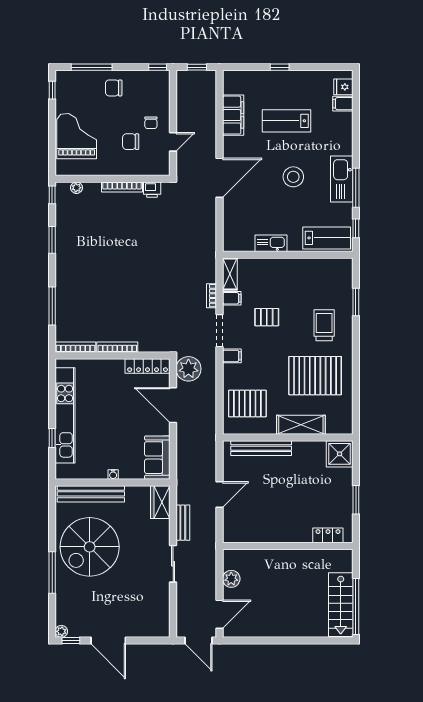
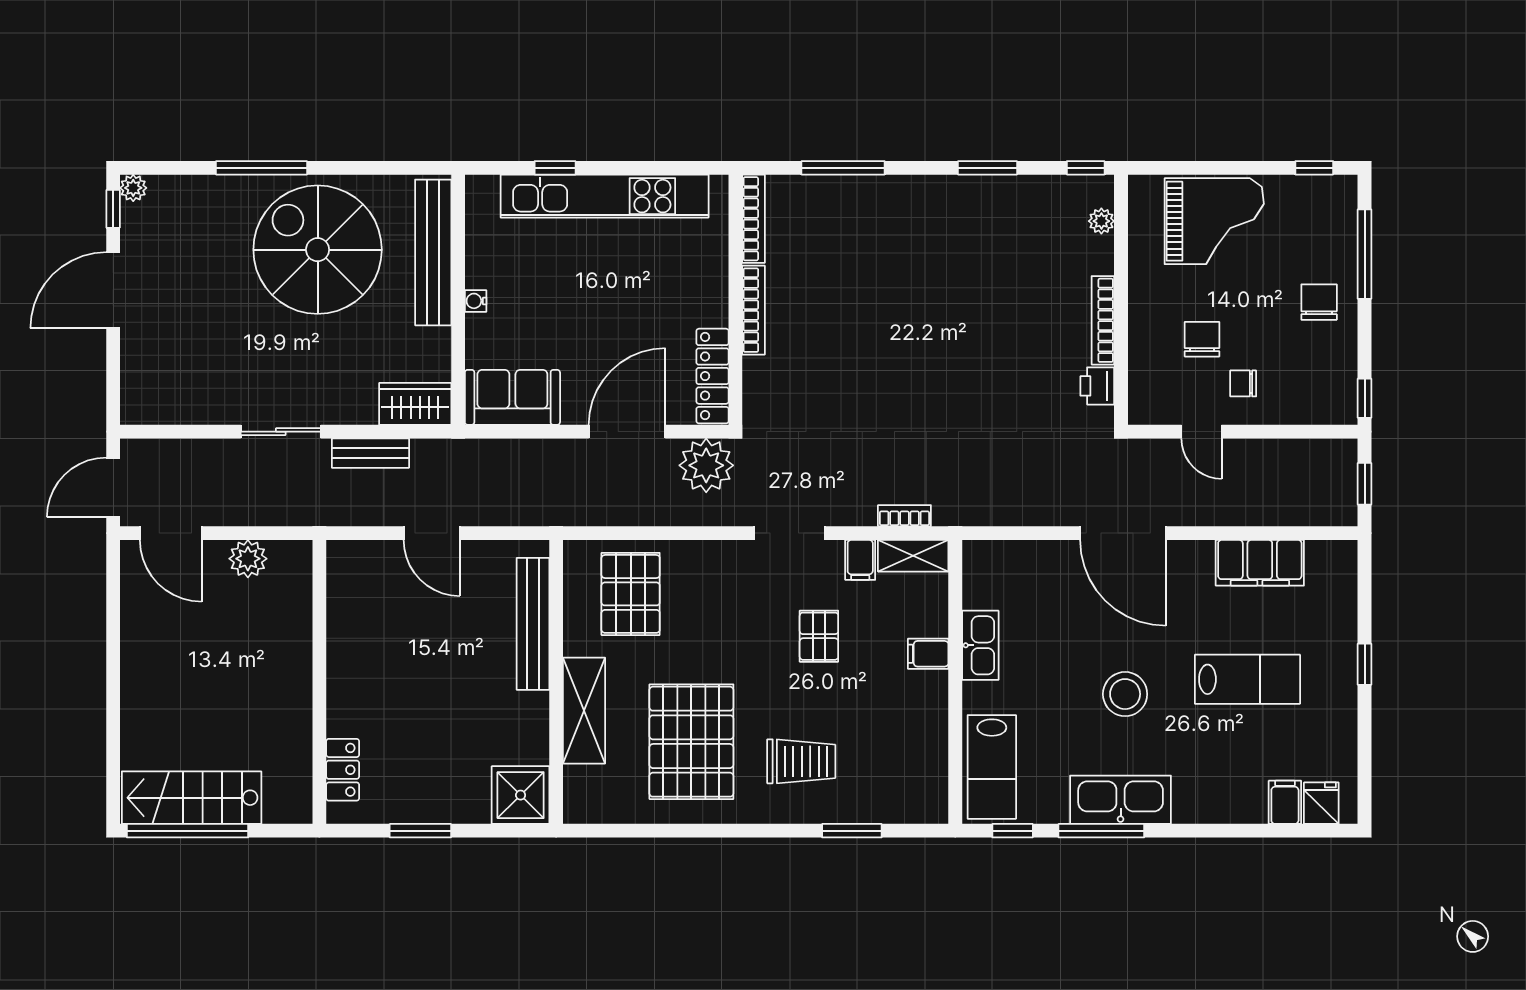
lab bench: (286, 121) -> (1247, 679), turned 90
bookcase: (212, 296) -> (904, 516), moved
filing cabinet: (232, 356) -> (928, 654), moved, turned 90

